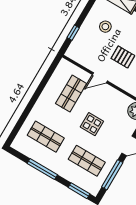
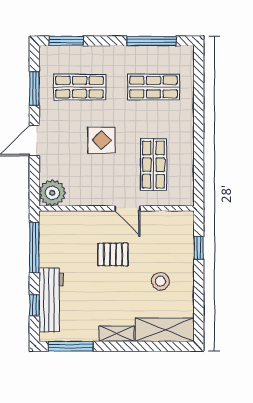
door: (100, 78) -> (127, 208), swing flipped
window: (42, 169) -> (151, 41), moved
window: (112, 175) -> (34, 88), width x0.69

